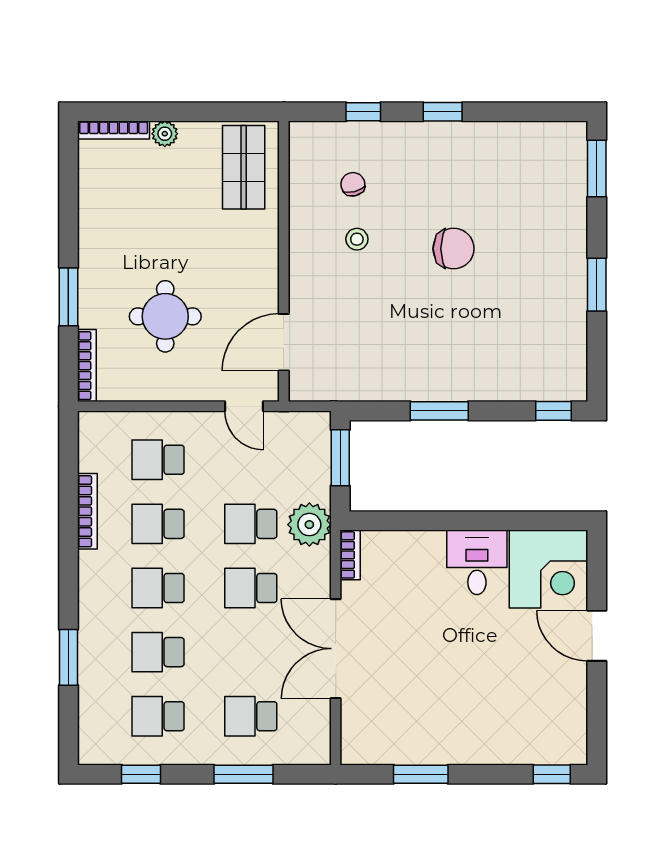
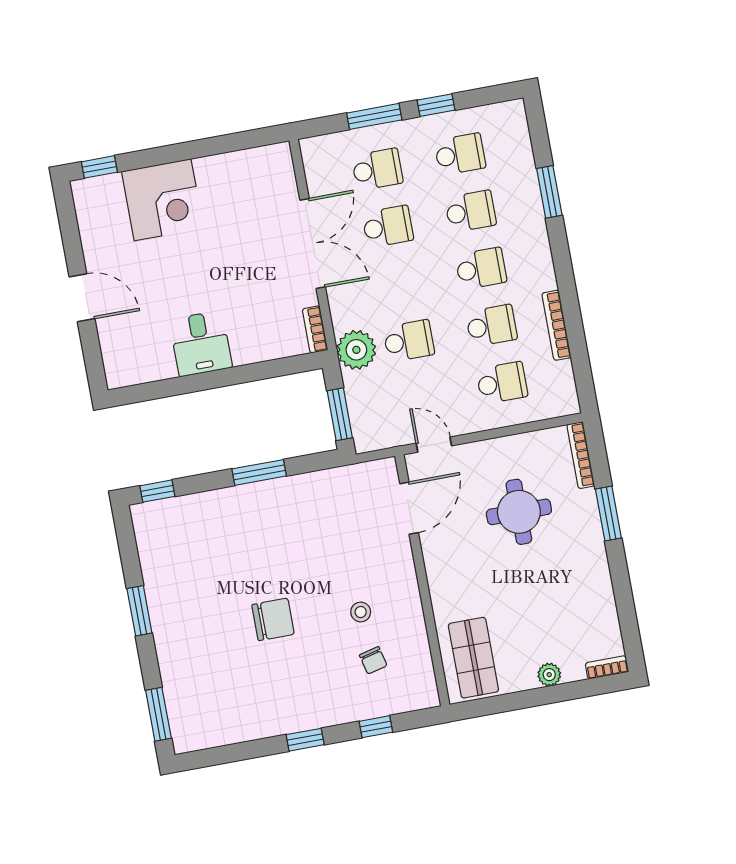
bookcase: (114, 130) -> (607, 667), width x0.64
chair: (454, 249) -> (273, 619), turned 180
corner desk: (548, 569) -> (163, 200), moved, turned 180
school desk: (251, 588) -> (388, 227), moved
window: (141, 774) -> (436, 105), moved
window: (421, 774) -> (216, 145), removed

